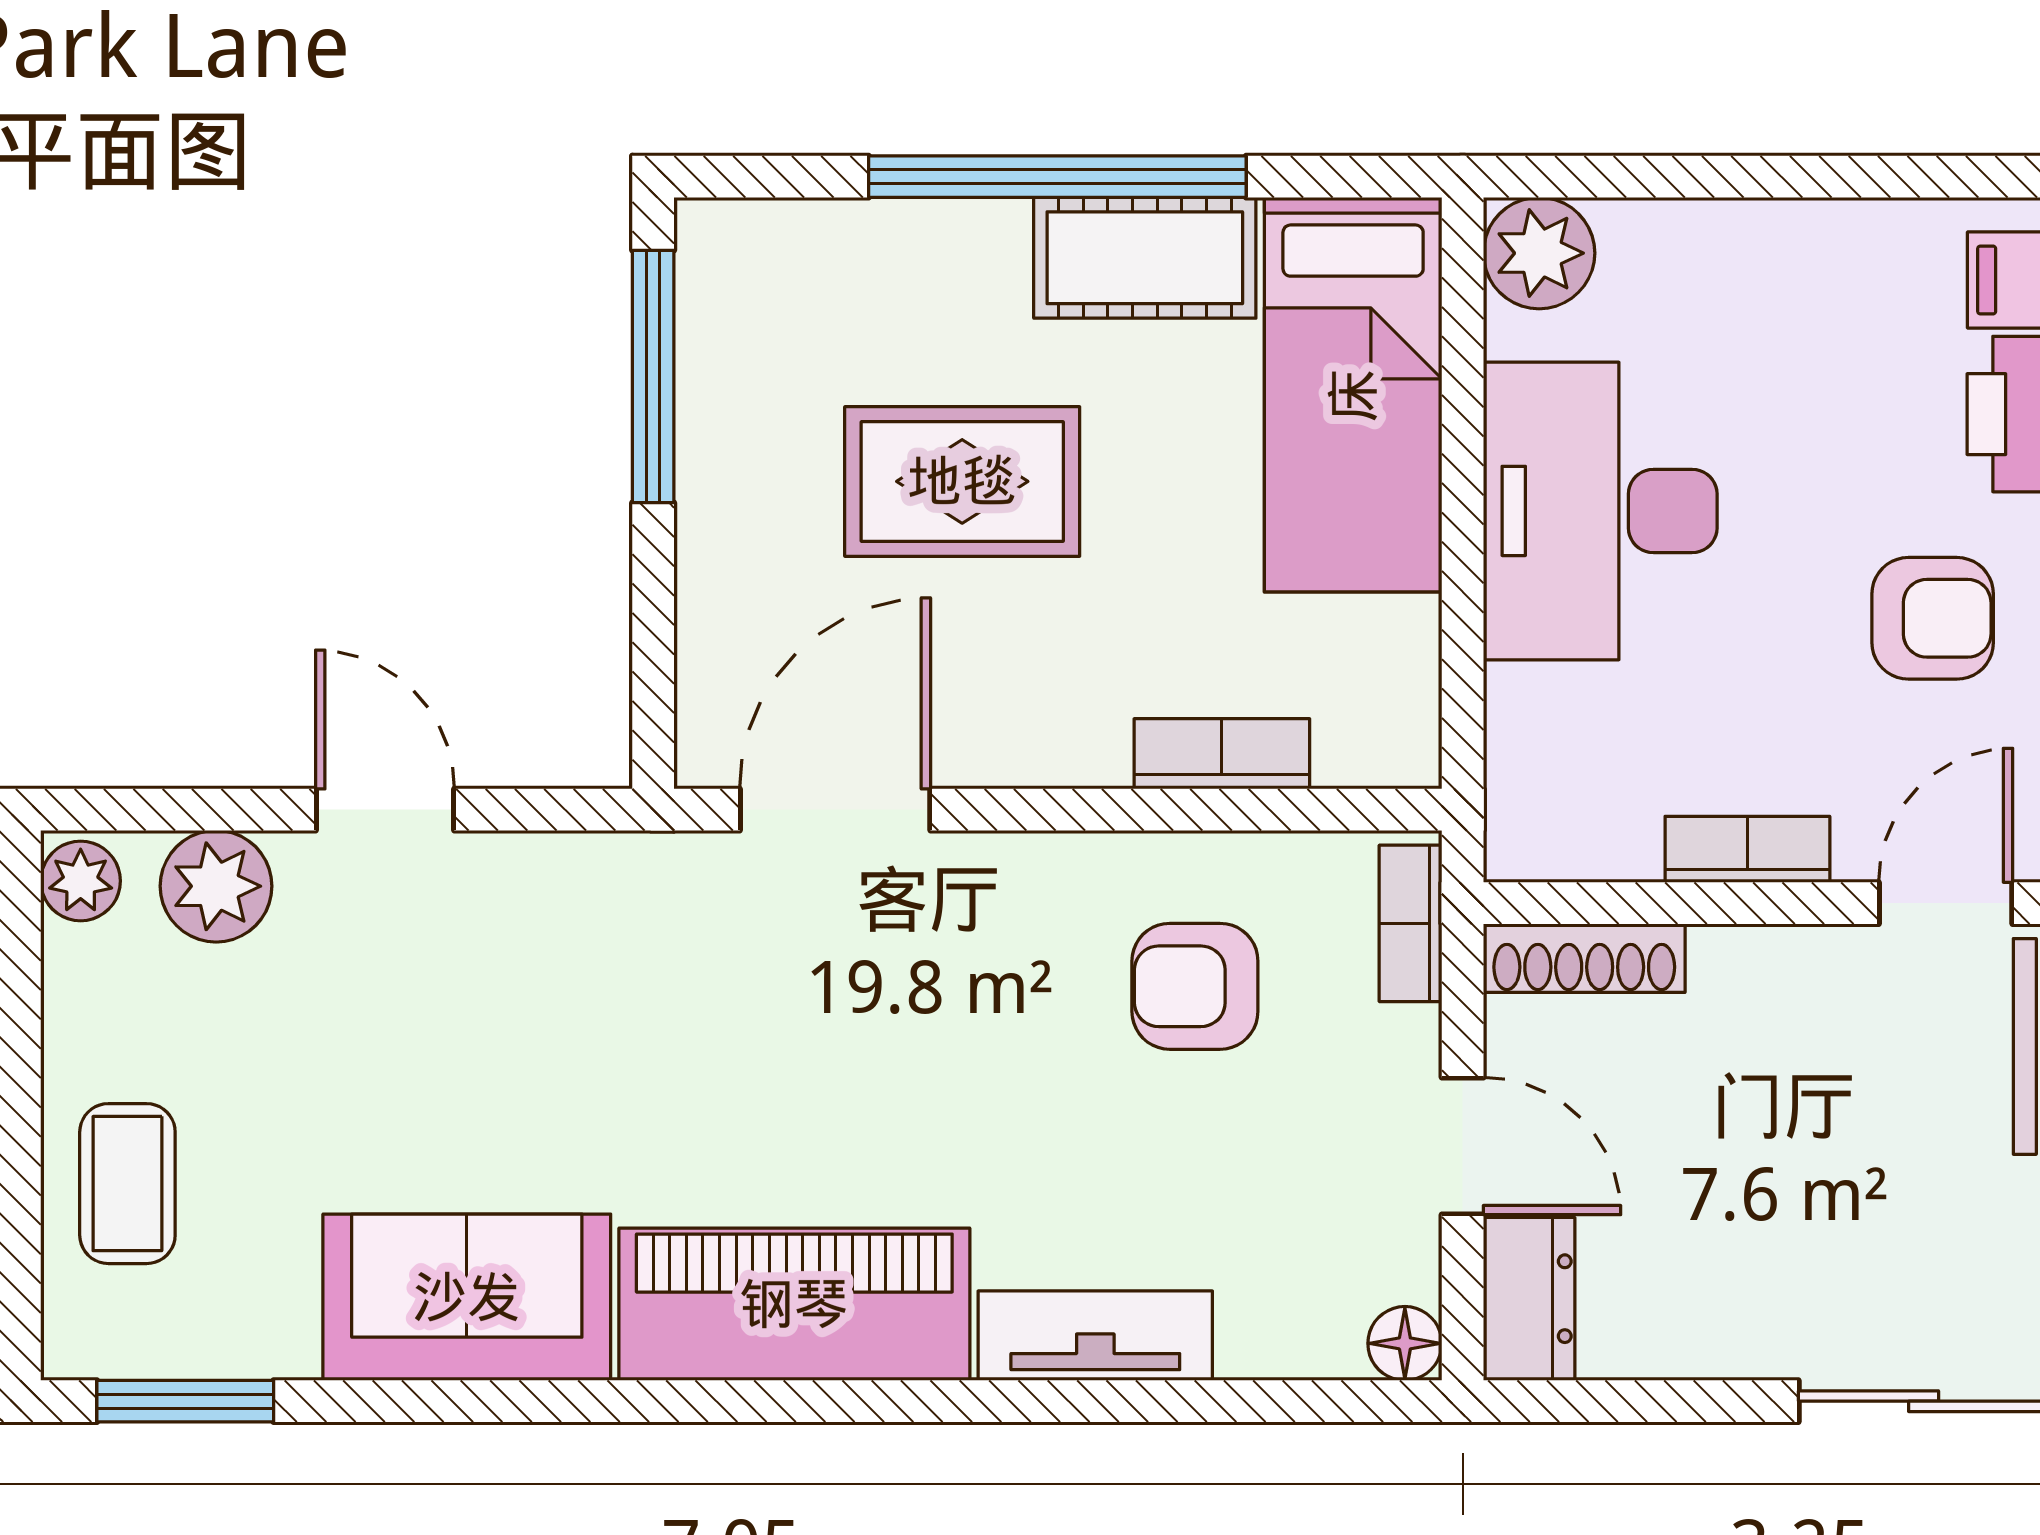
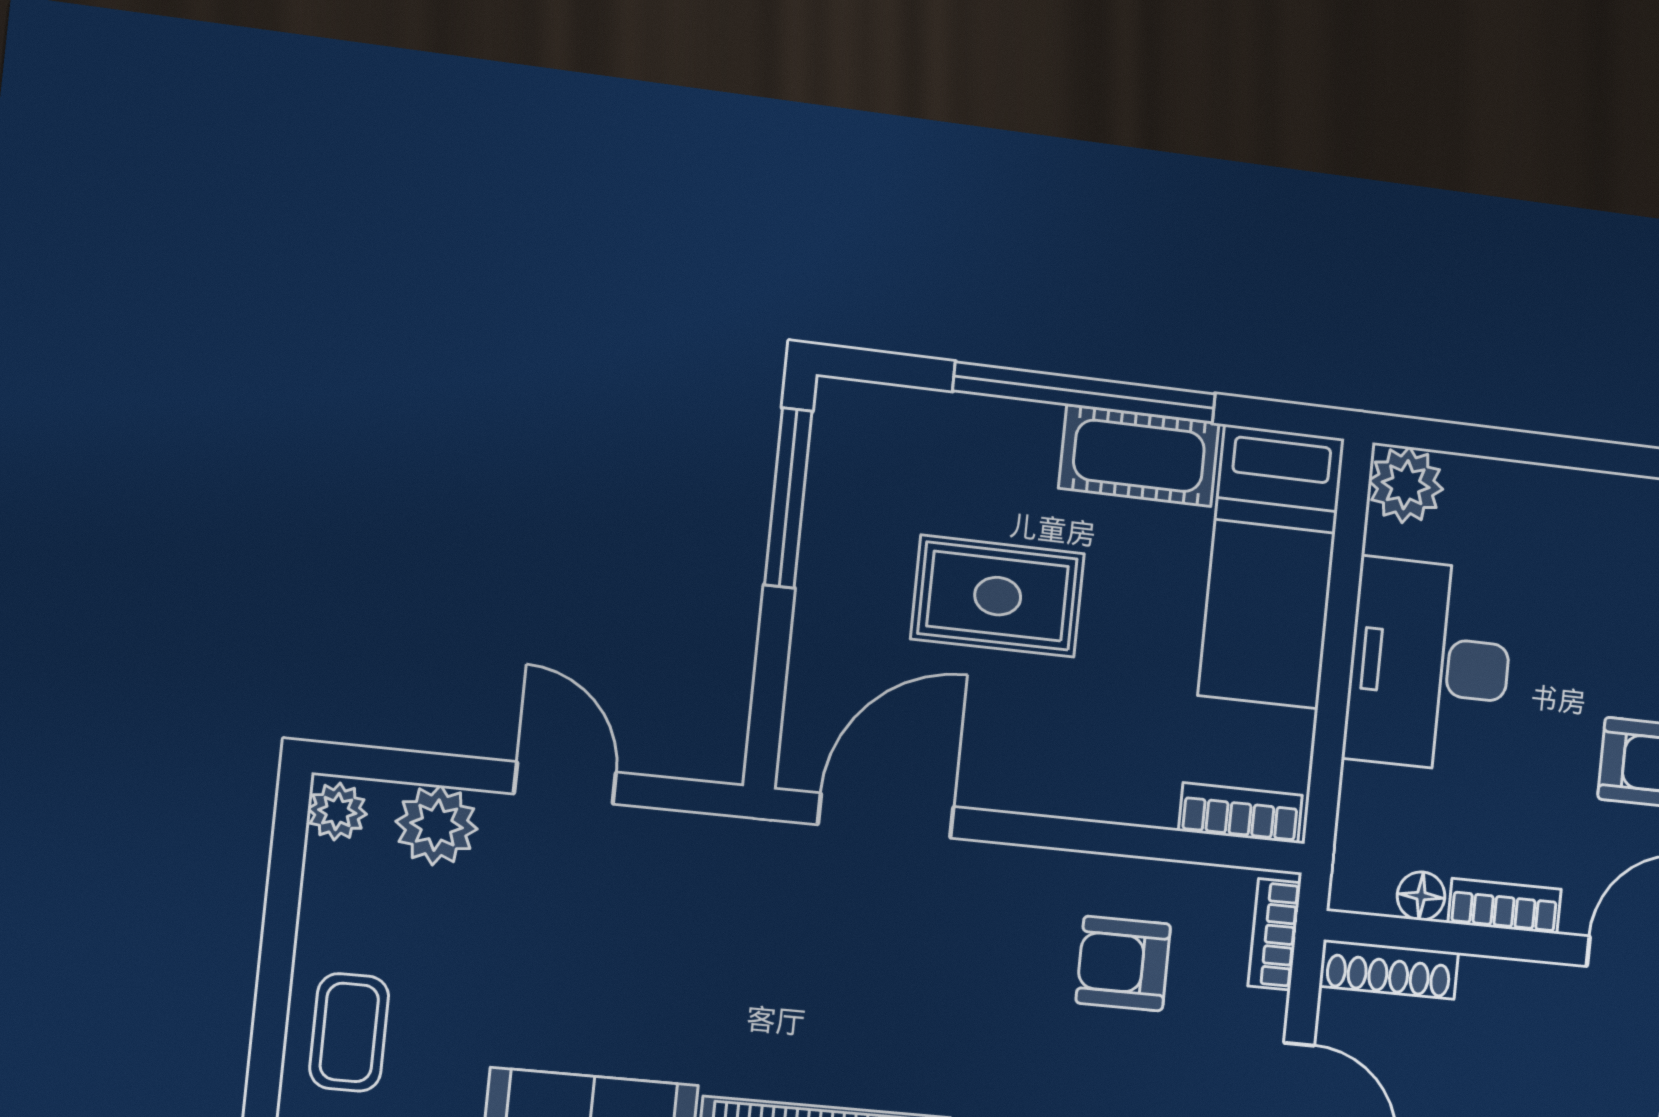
bookcase: (1222, 754) -> (1240, 813), moved
floor lamp: (1621, 847) -> (1421, 896), added

